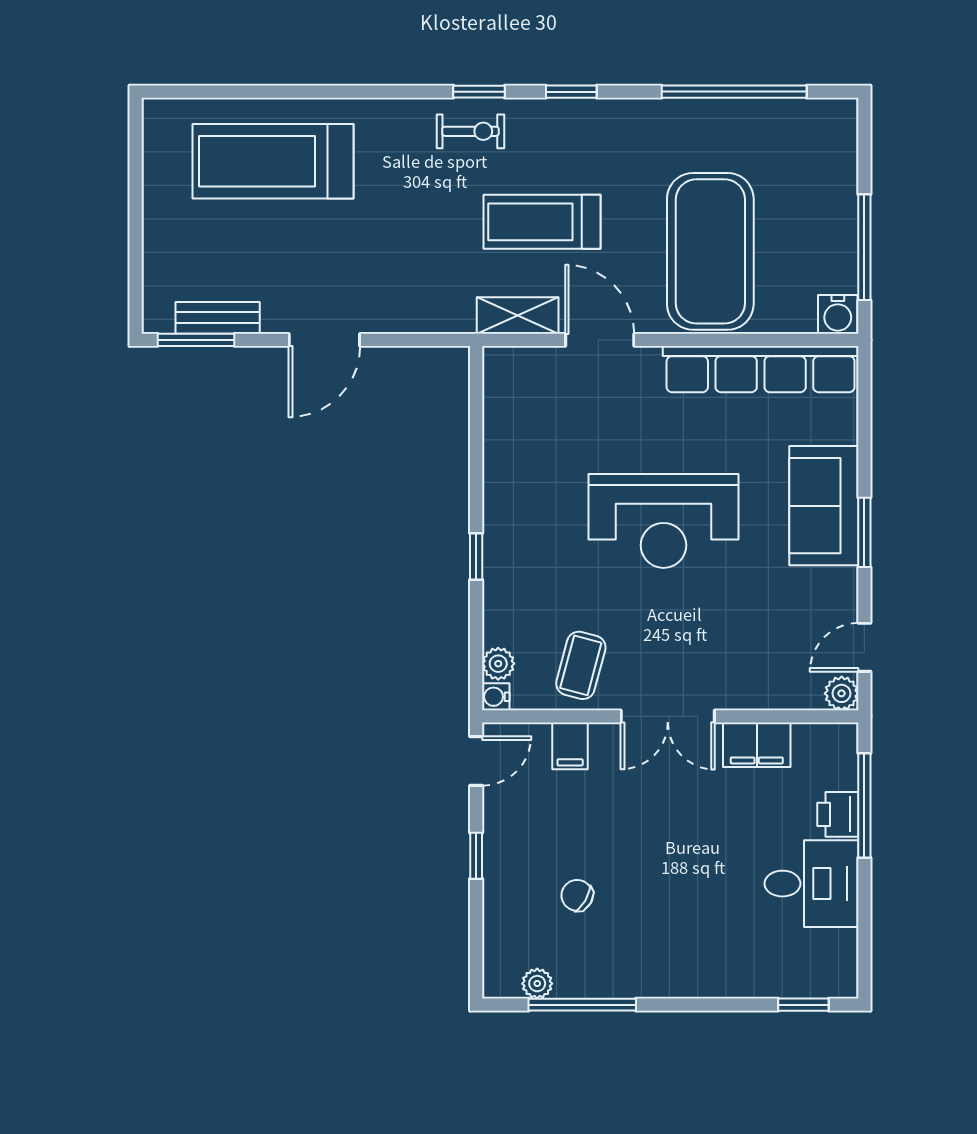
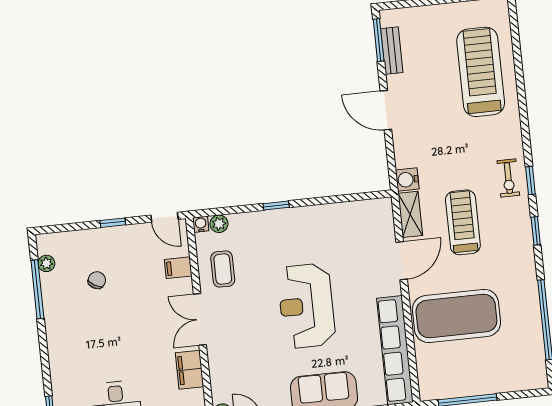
water cooler: (838, 314) -> (407, 180), moved
coffee table: (581, 665) -> (223, 269), turned 75

